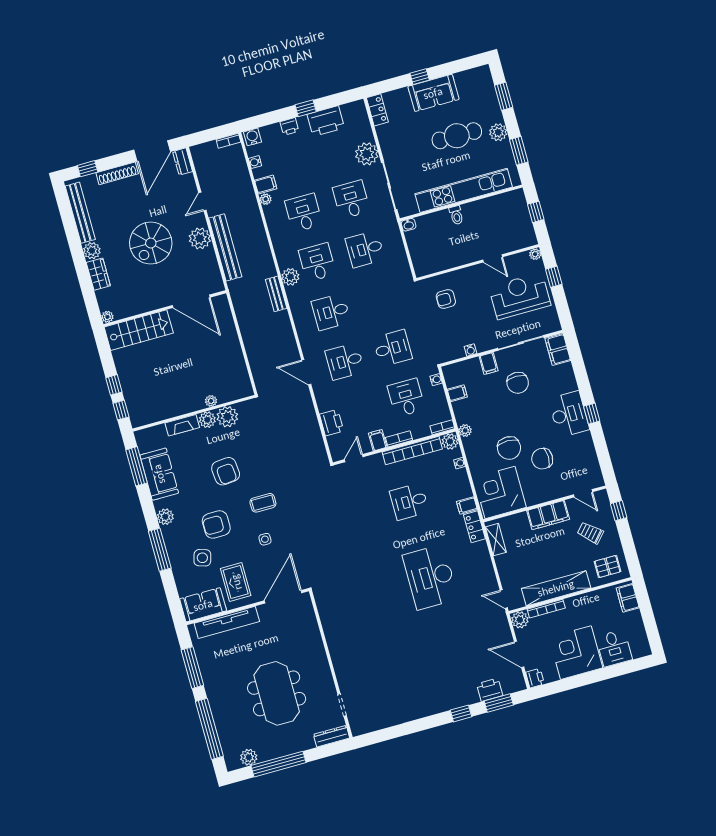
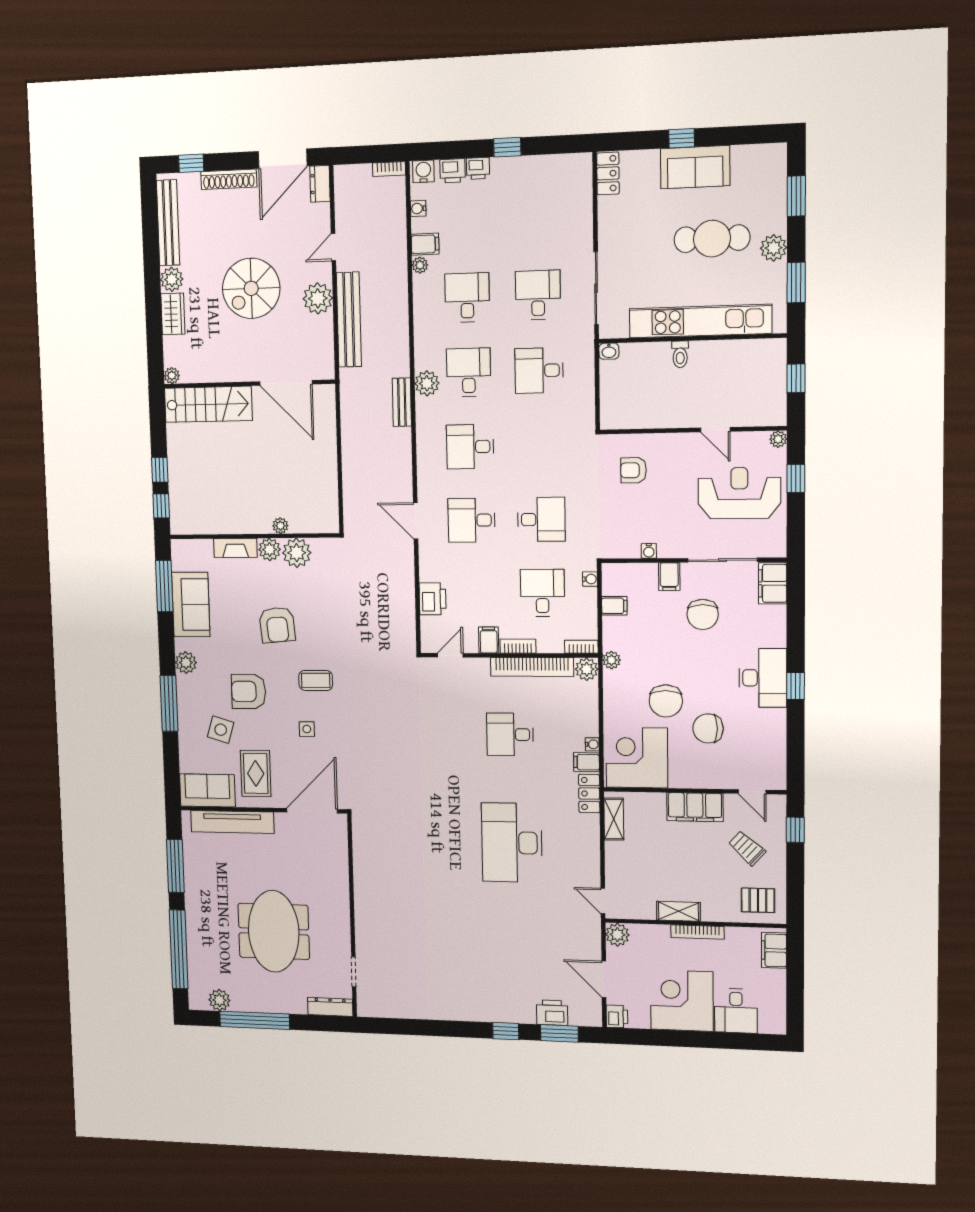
printer: (326, 121) -> (453, 171), moved, width x0.53, depth x0.68
plant: (367, 154) -> (576, 234), removed
water cooler: (459, 463) -> (592, 744), moved
shelving: (556, 588) -> (678, 911), width x0.45, depth x0.75
bookcase: (546, 609) -> (697, 932), moved

